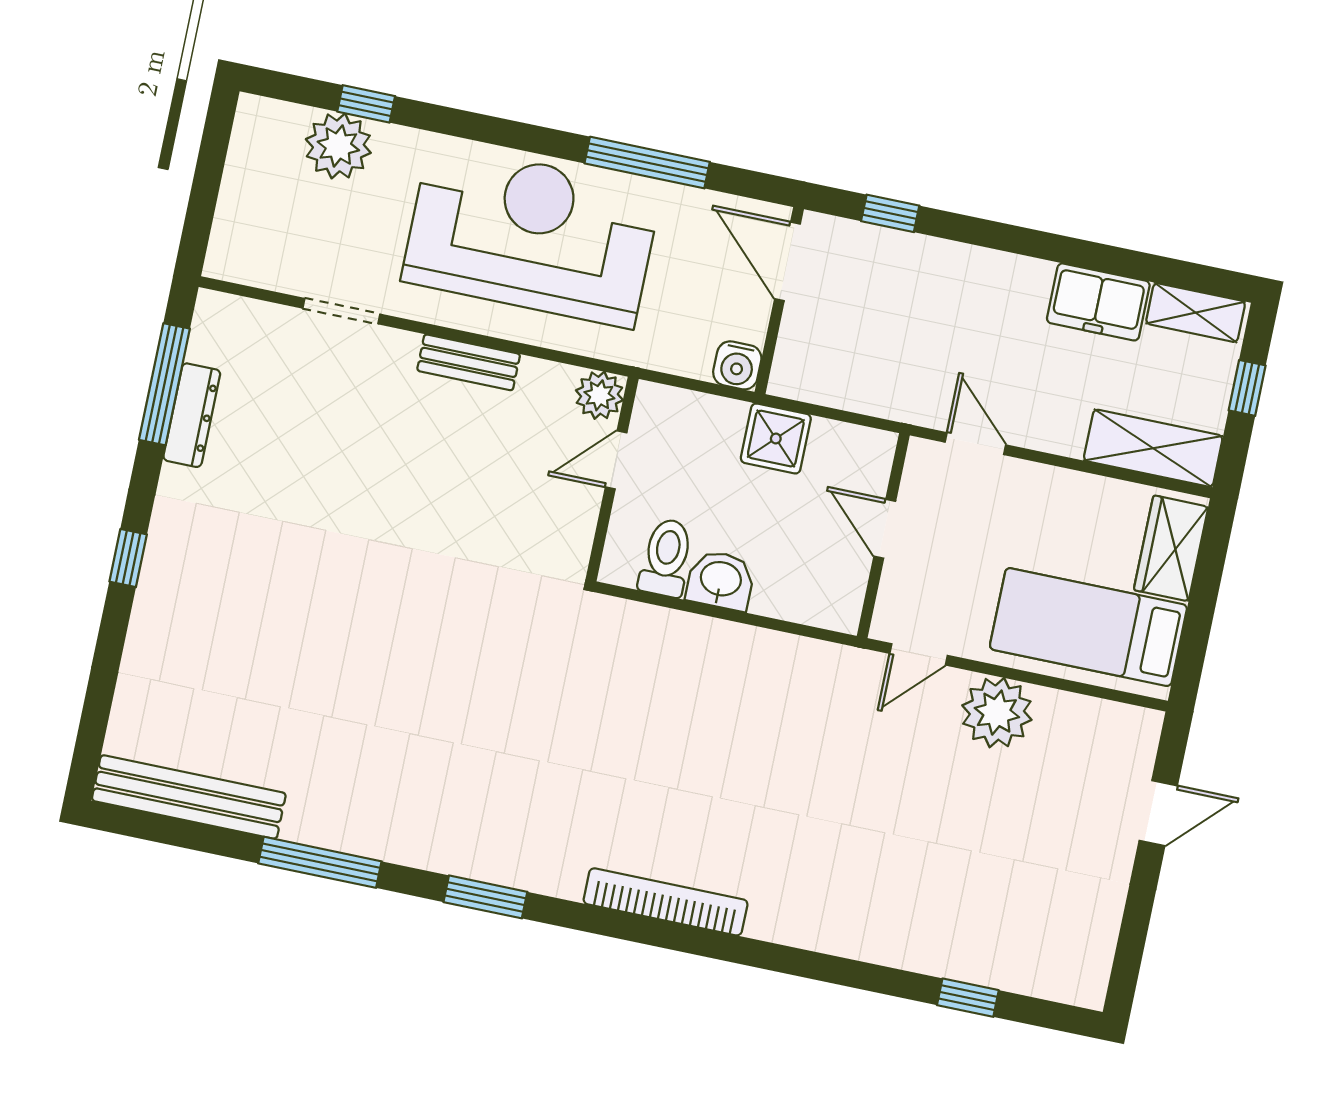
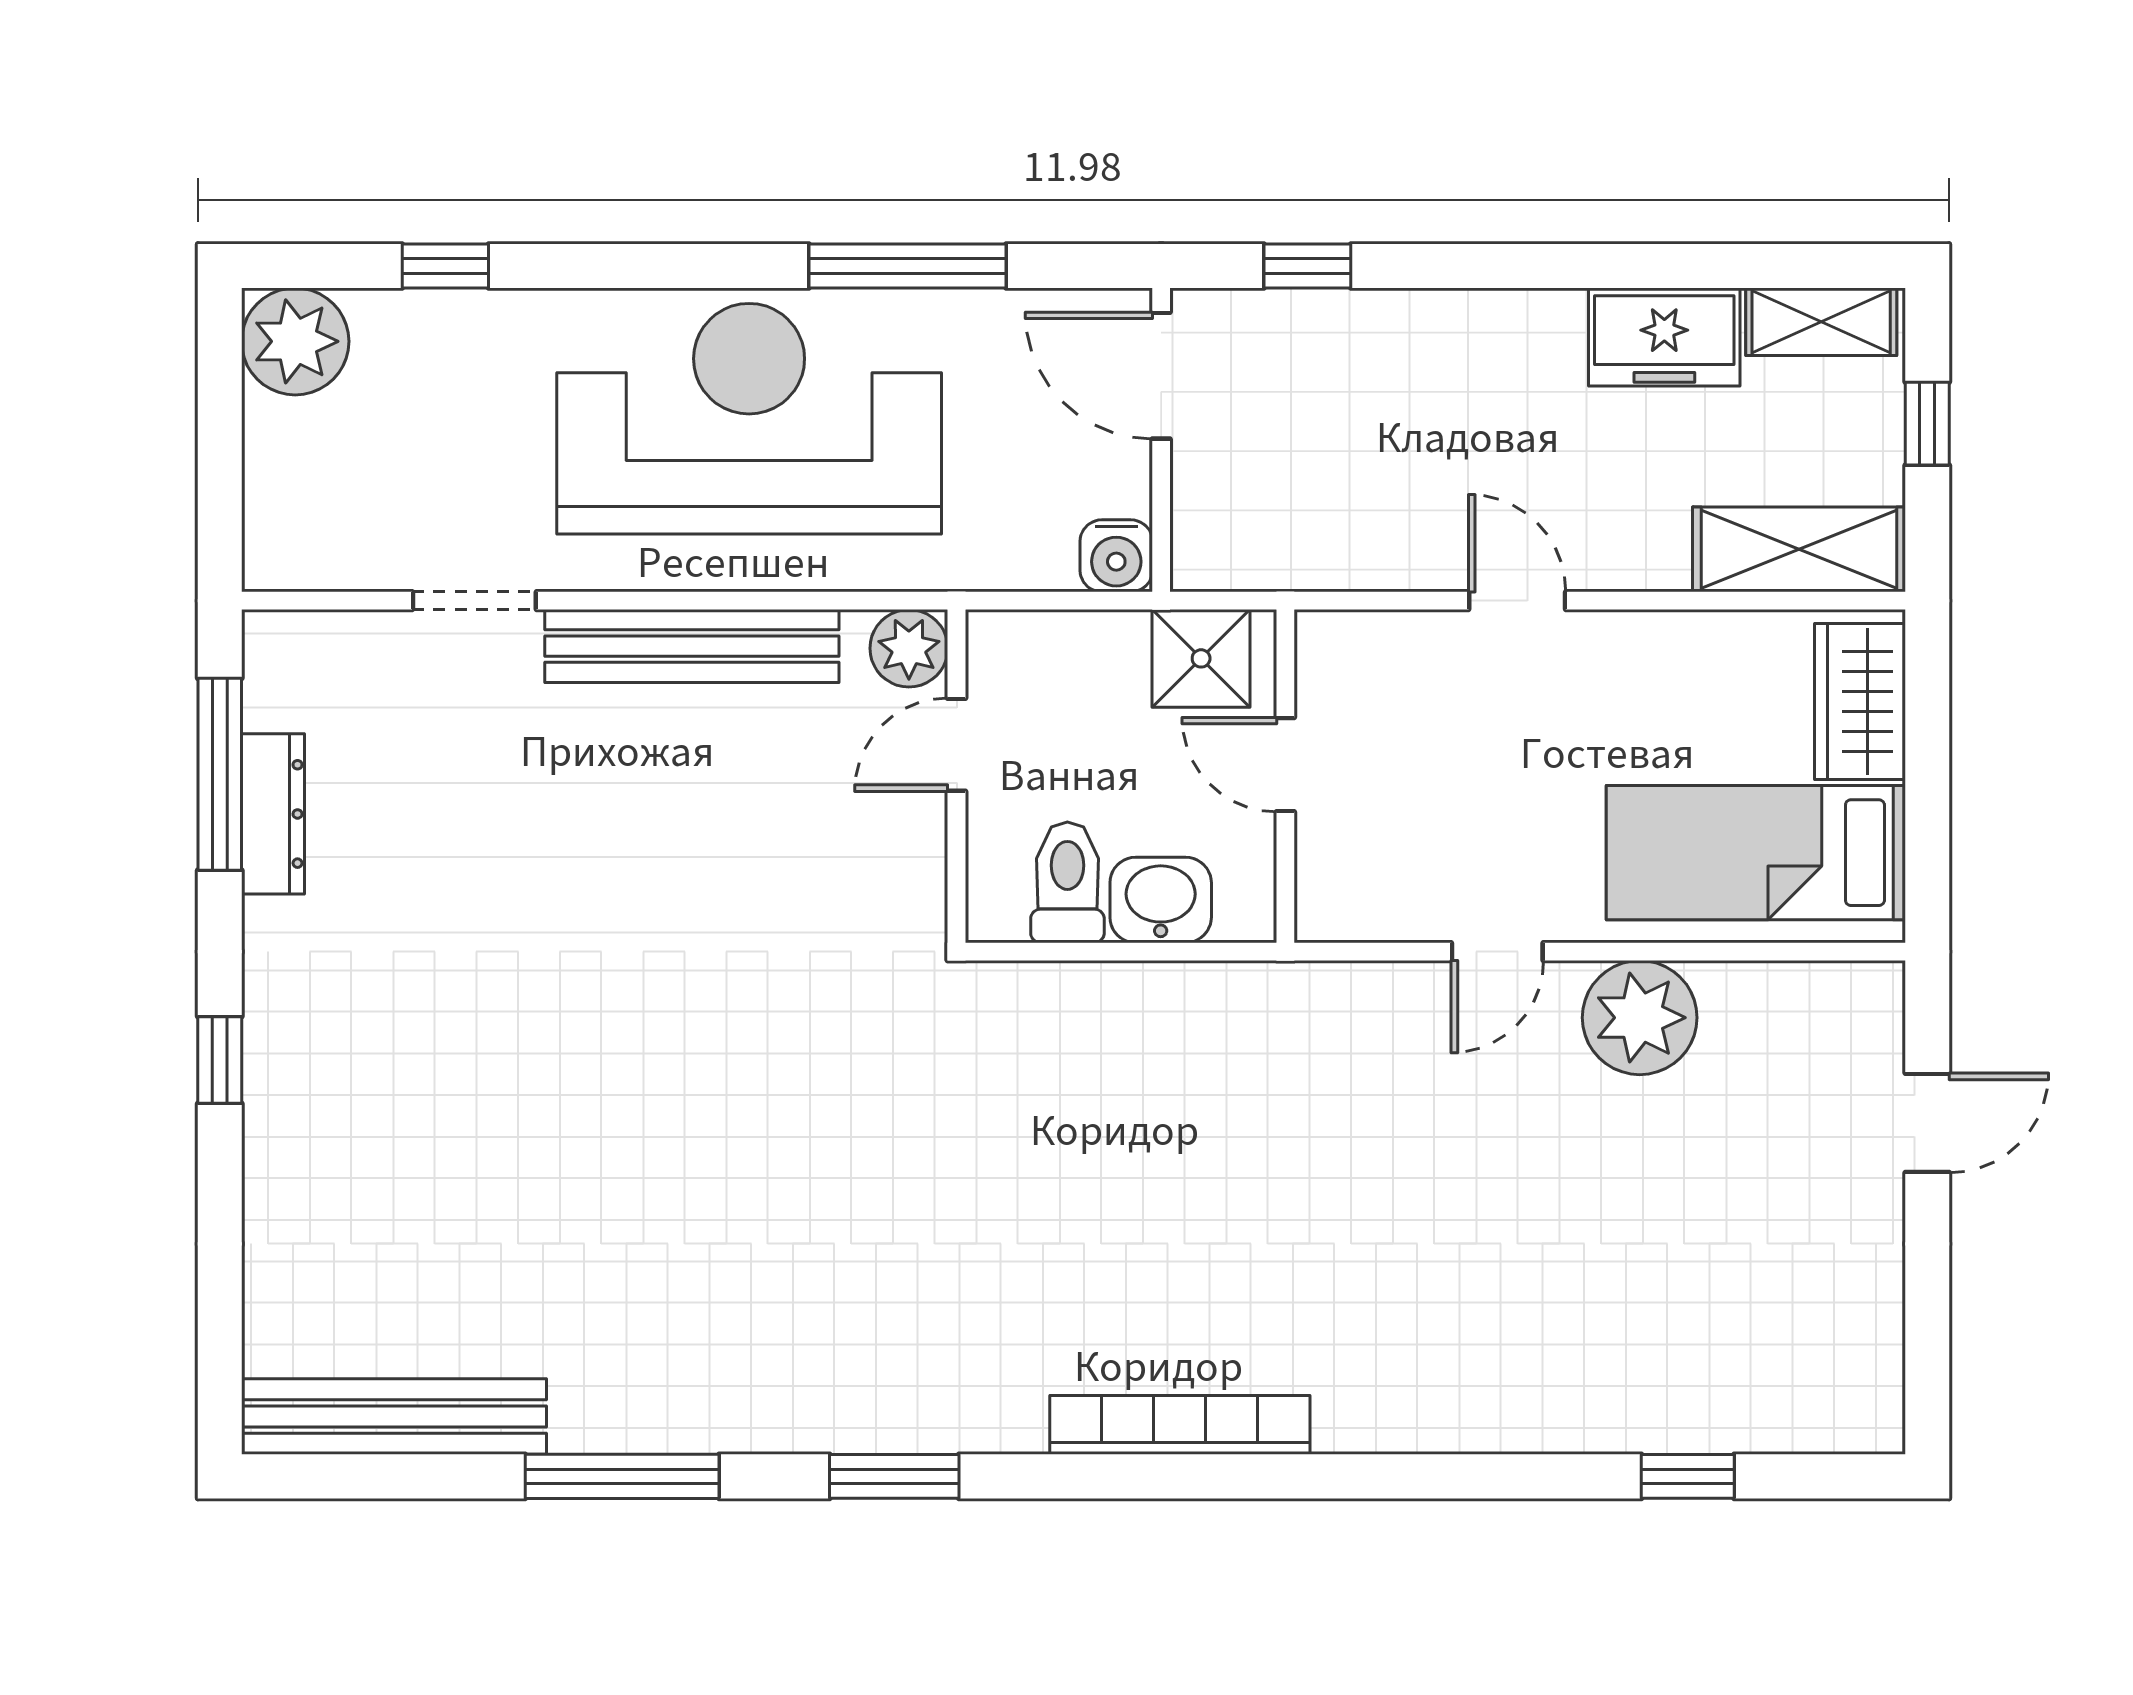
plant: (338, 146) -> (295, 341), moved
bench: (469, 362) -> (692, 646), width x1.86, depth x1.21
door: (885, 529) -> (1285, 765), moved
wall: (883, 536) -> (1285, 776), moved

